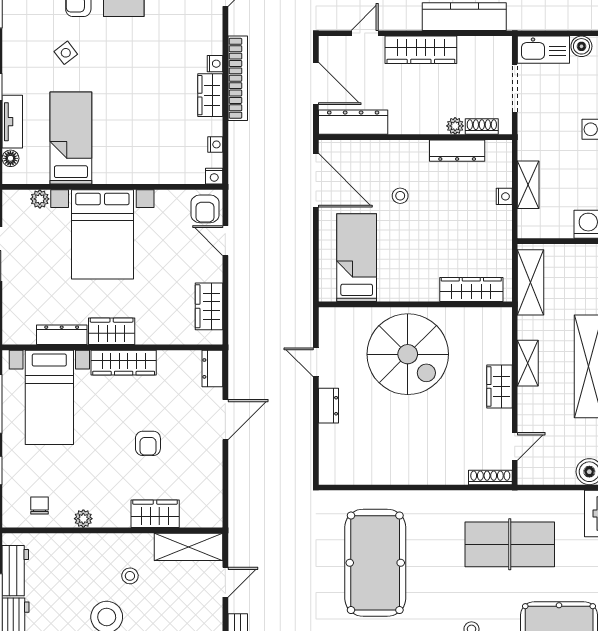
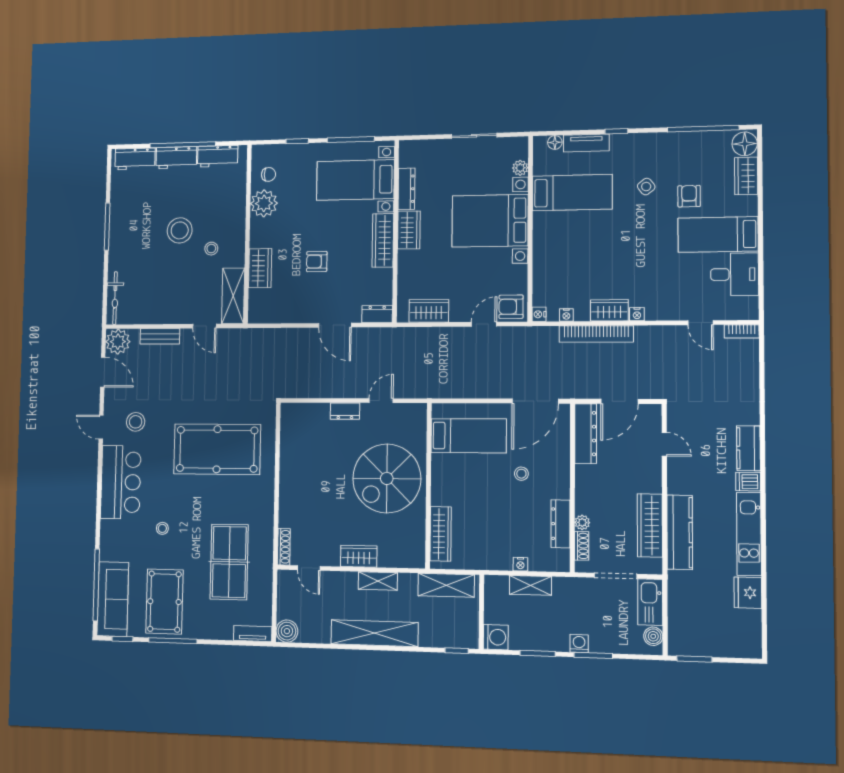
wardrobe: (421, 50) -> (650, 525), moved
bookcase: (238, 78) -> (596, 334), moved
plant: (83, 519) -> (264, 203), width x1.87, depth x1.87

